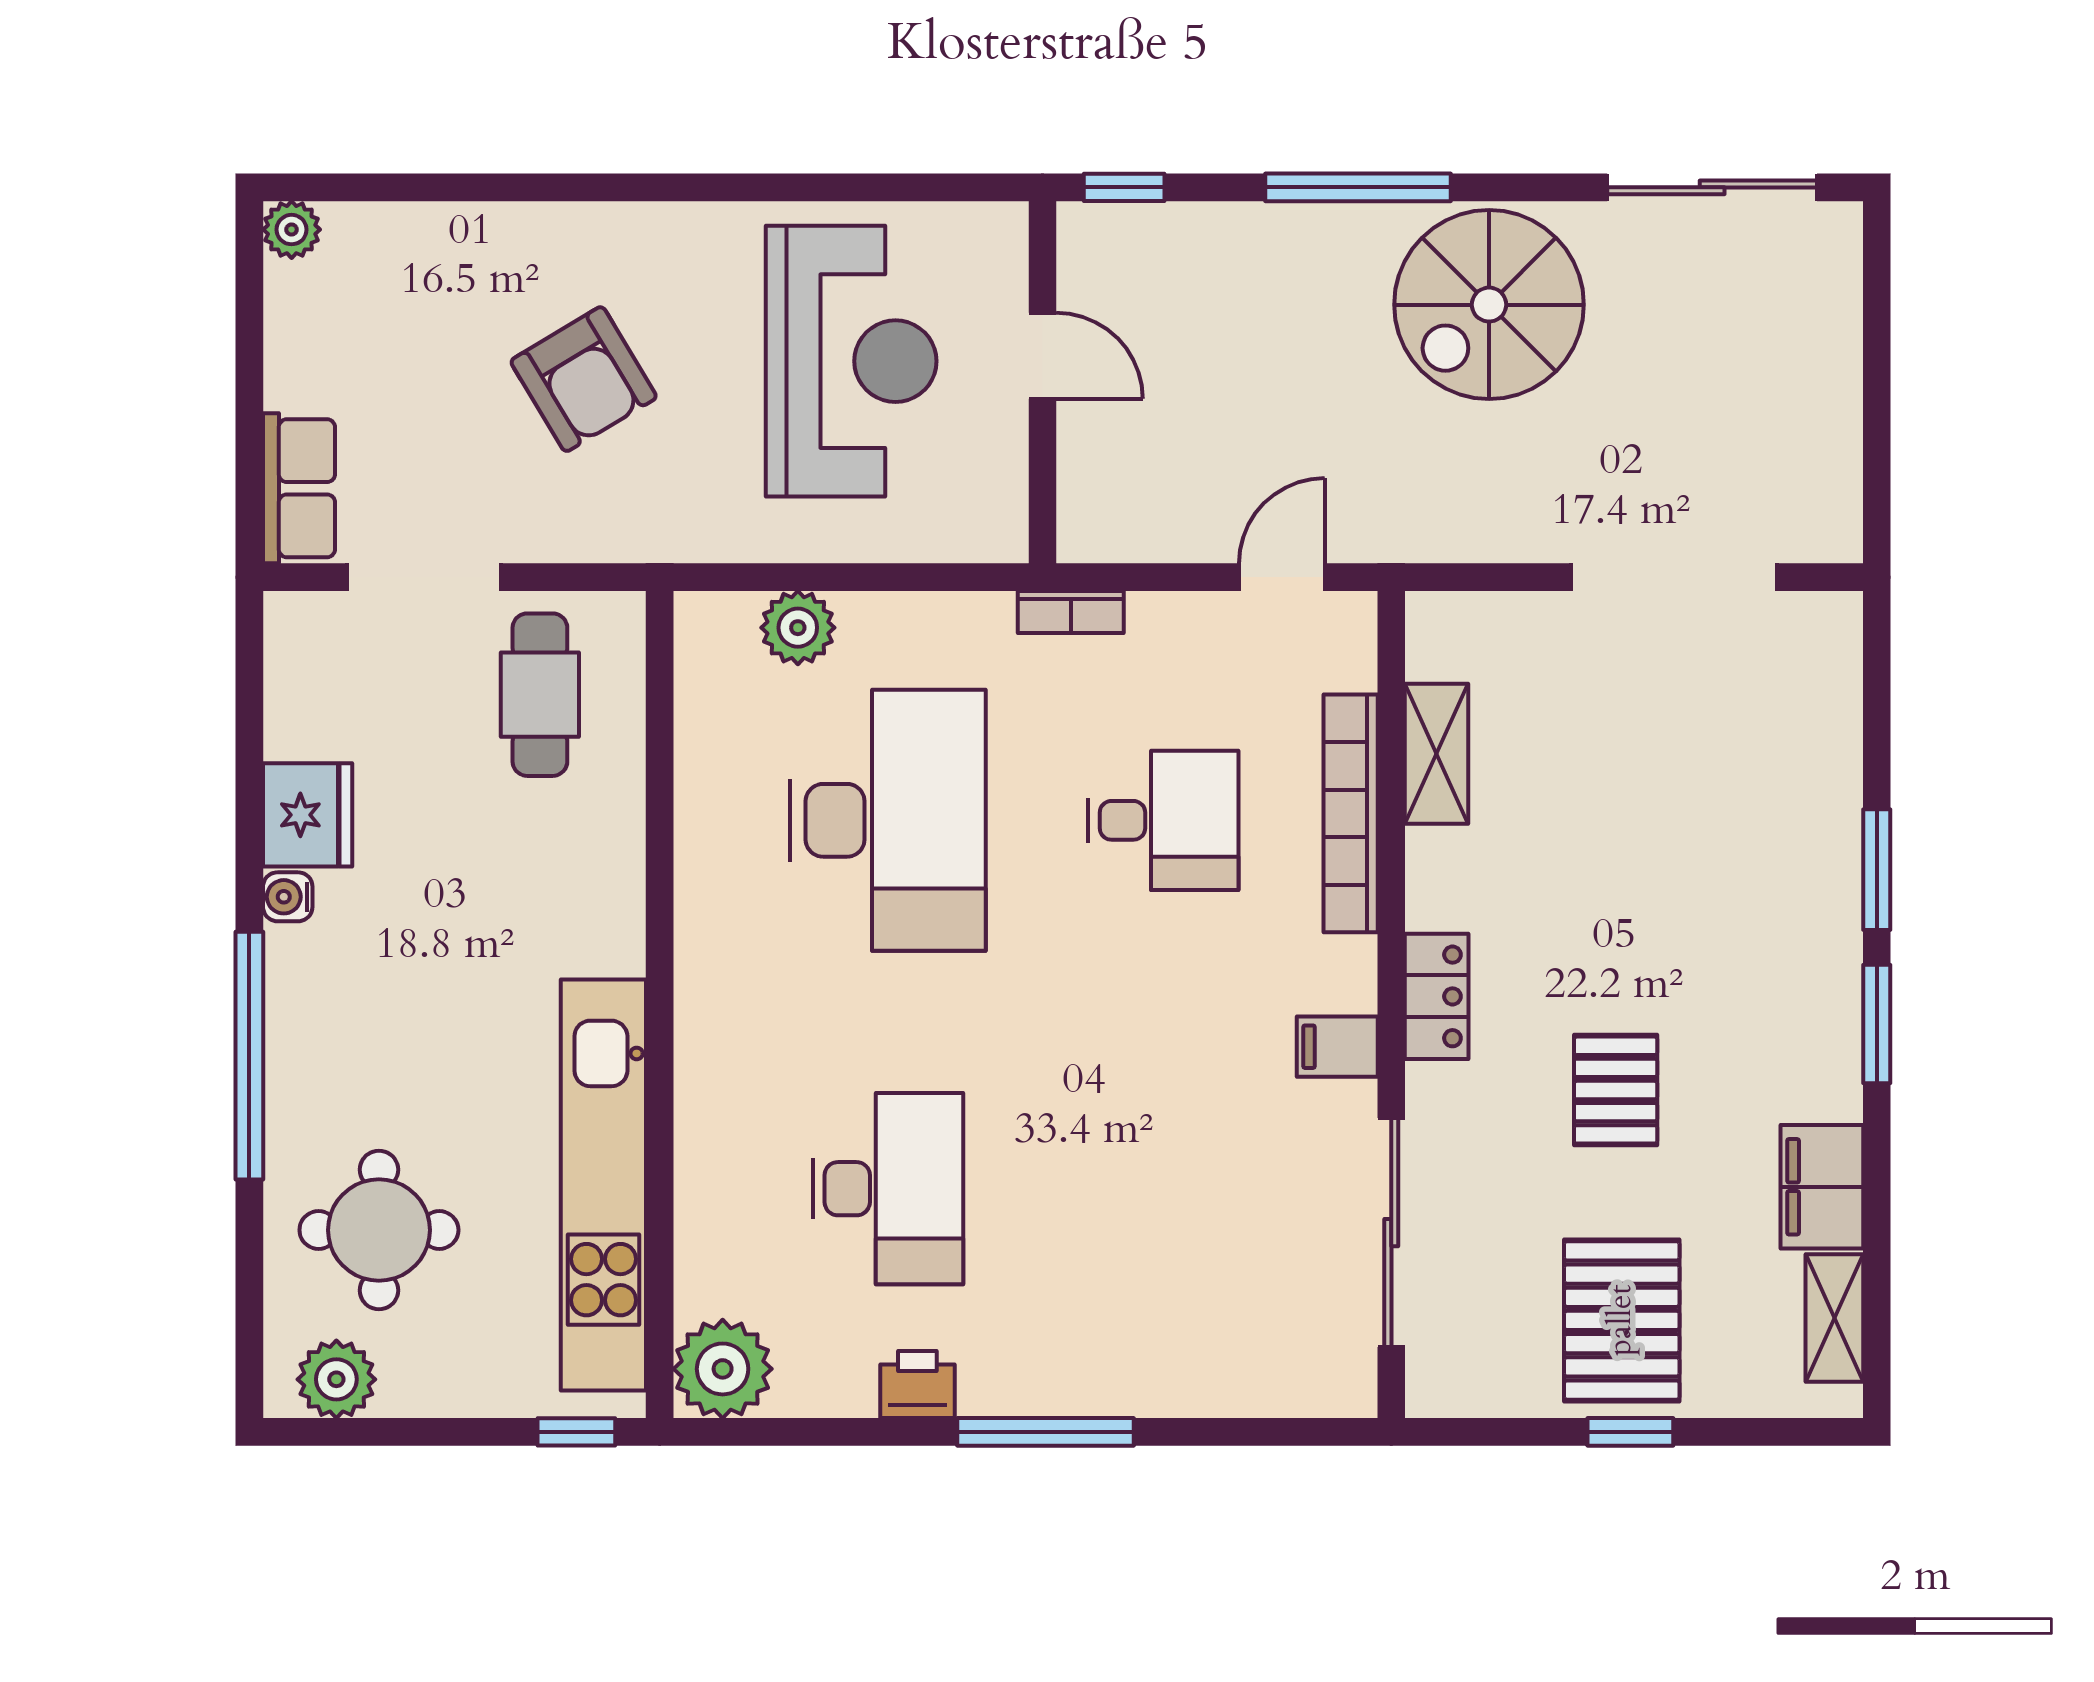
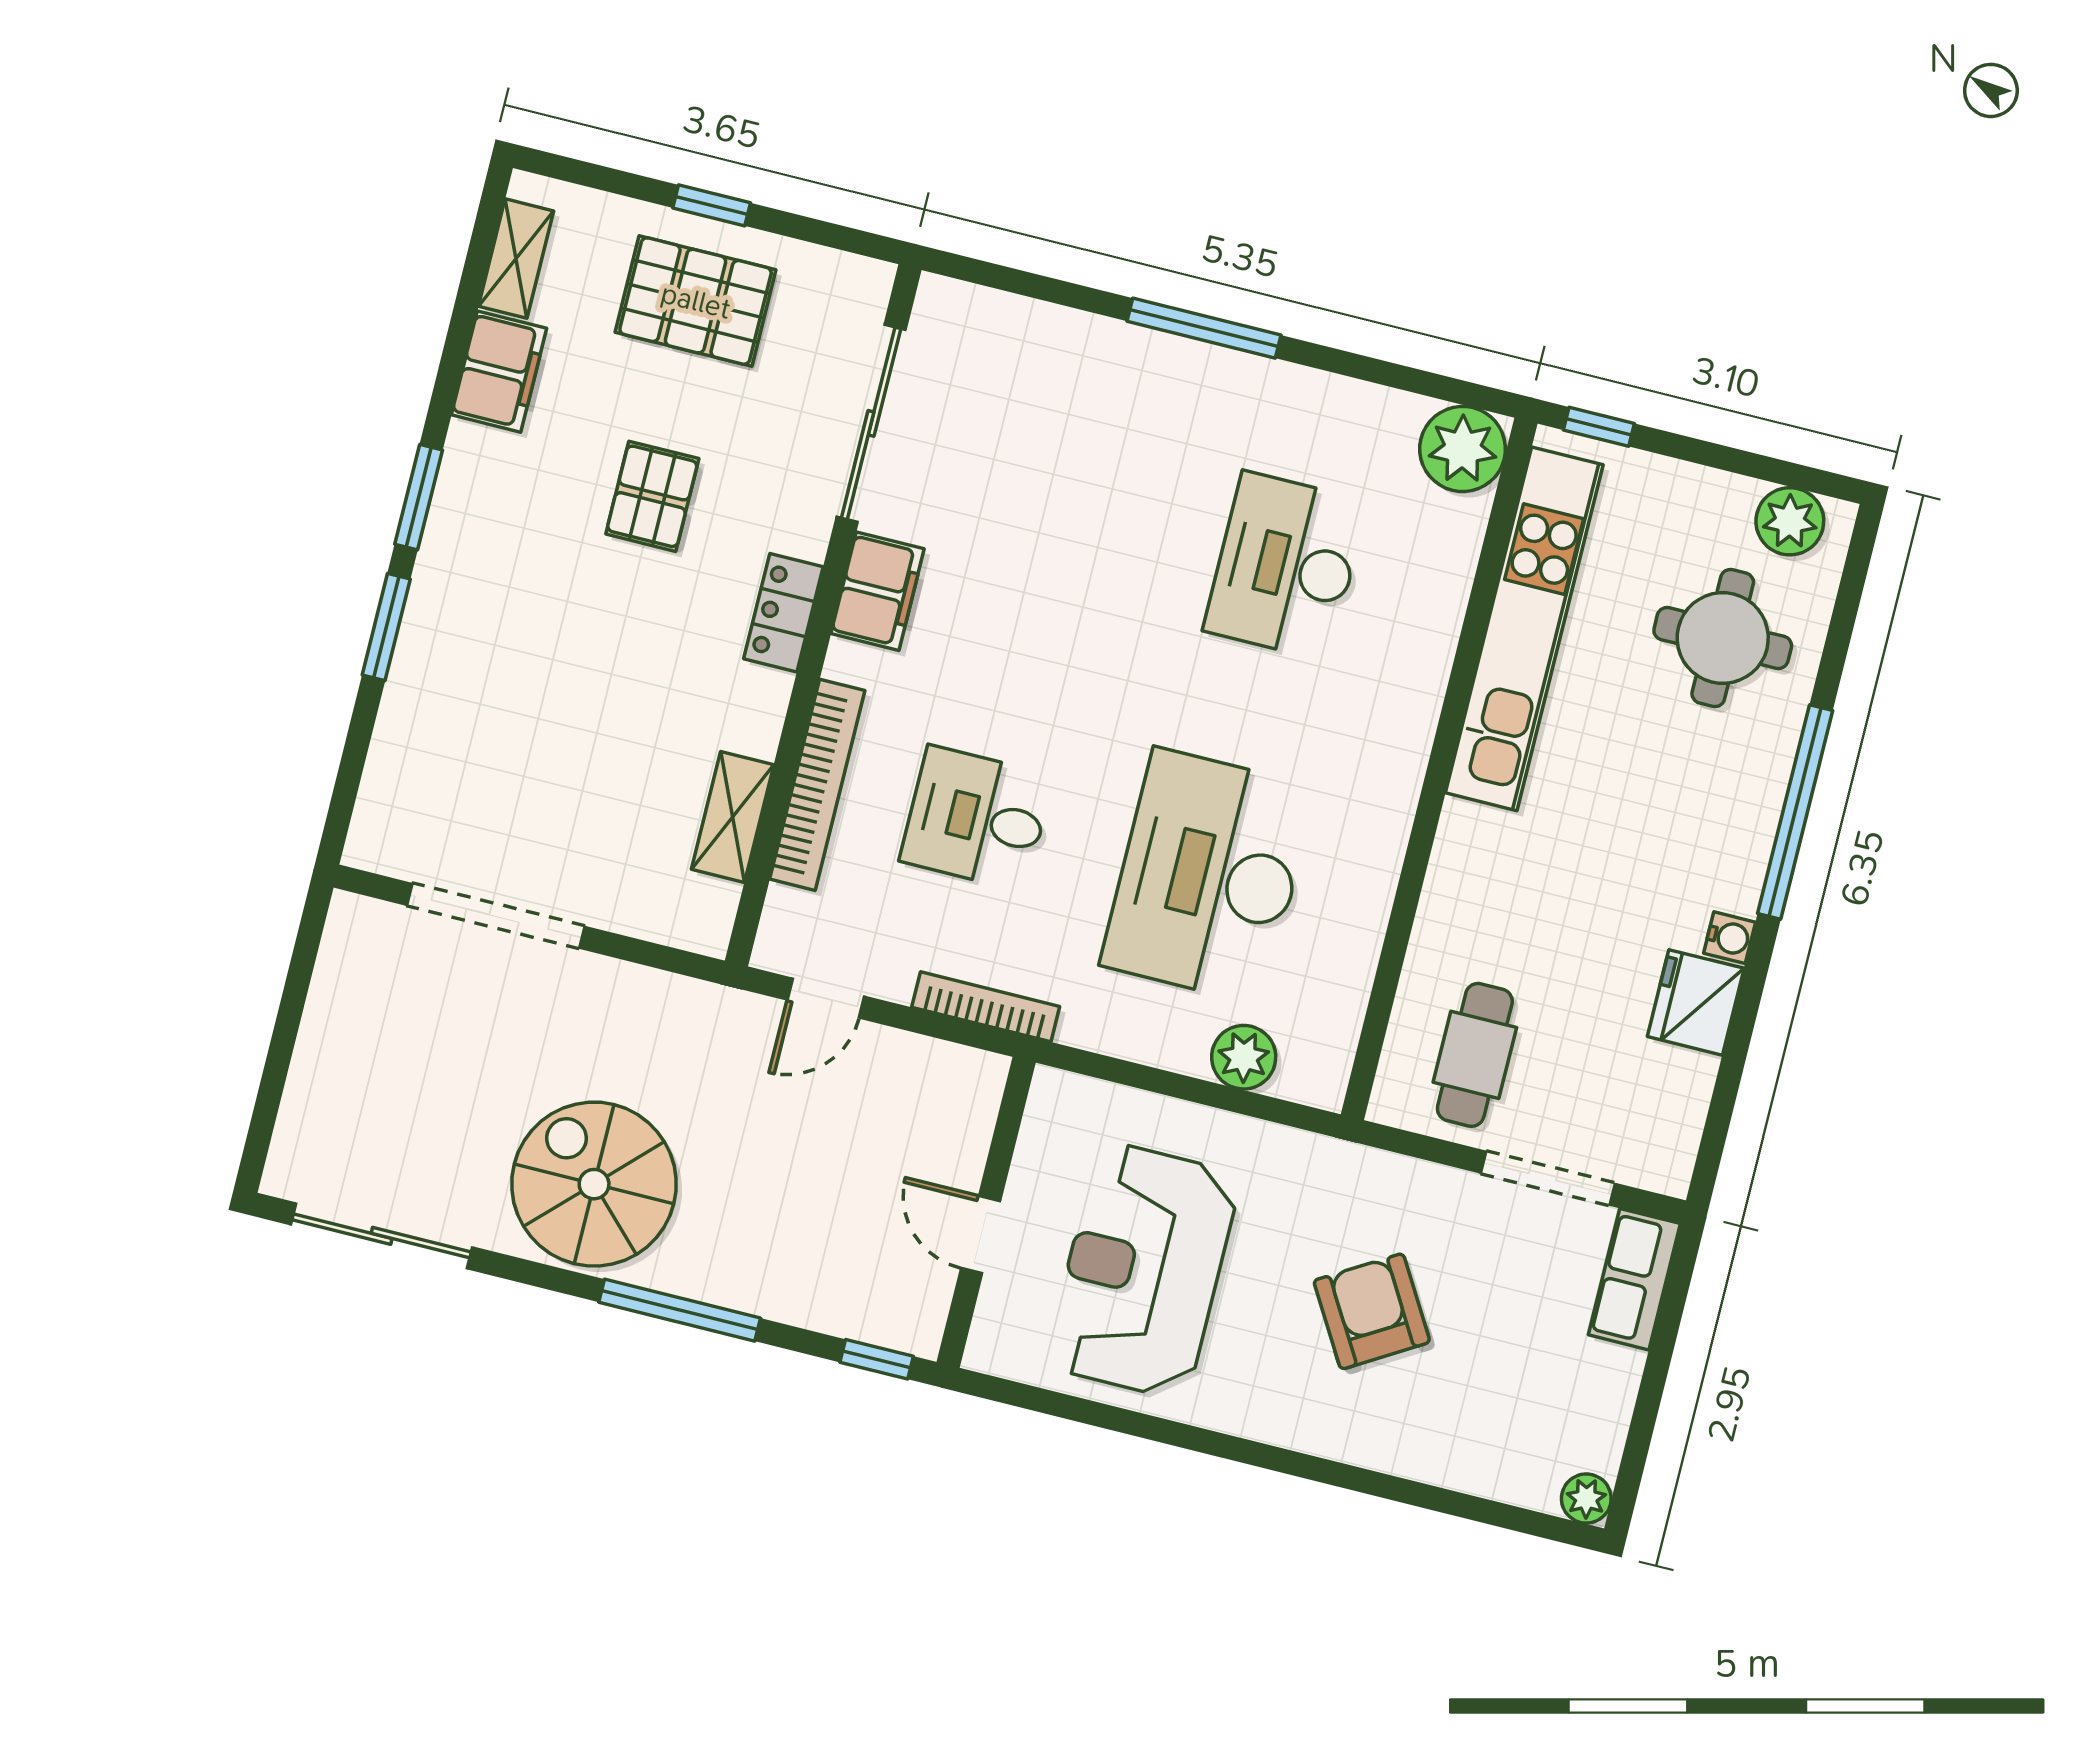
spiral stairs: (1489, 305) -> (594, 1184), turned -90
bookcase: (1071, 612) -> (986, 1007), width x1.56
filing cabinet: (1337, 1047) -> (878, 591), width x2.00
pallet: (1622, 1320) -> (696, 301), turned 90
printer: (917, 1385) -> (1302, 395), removed

